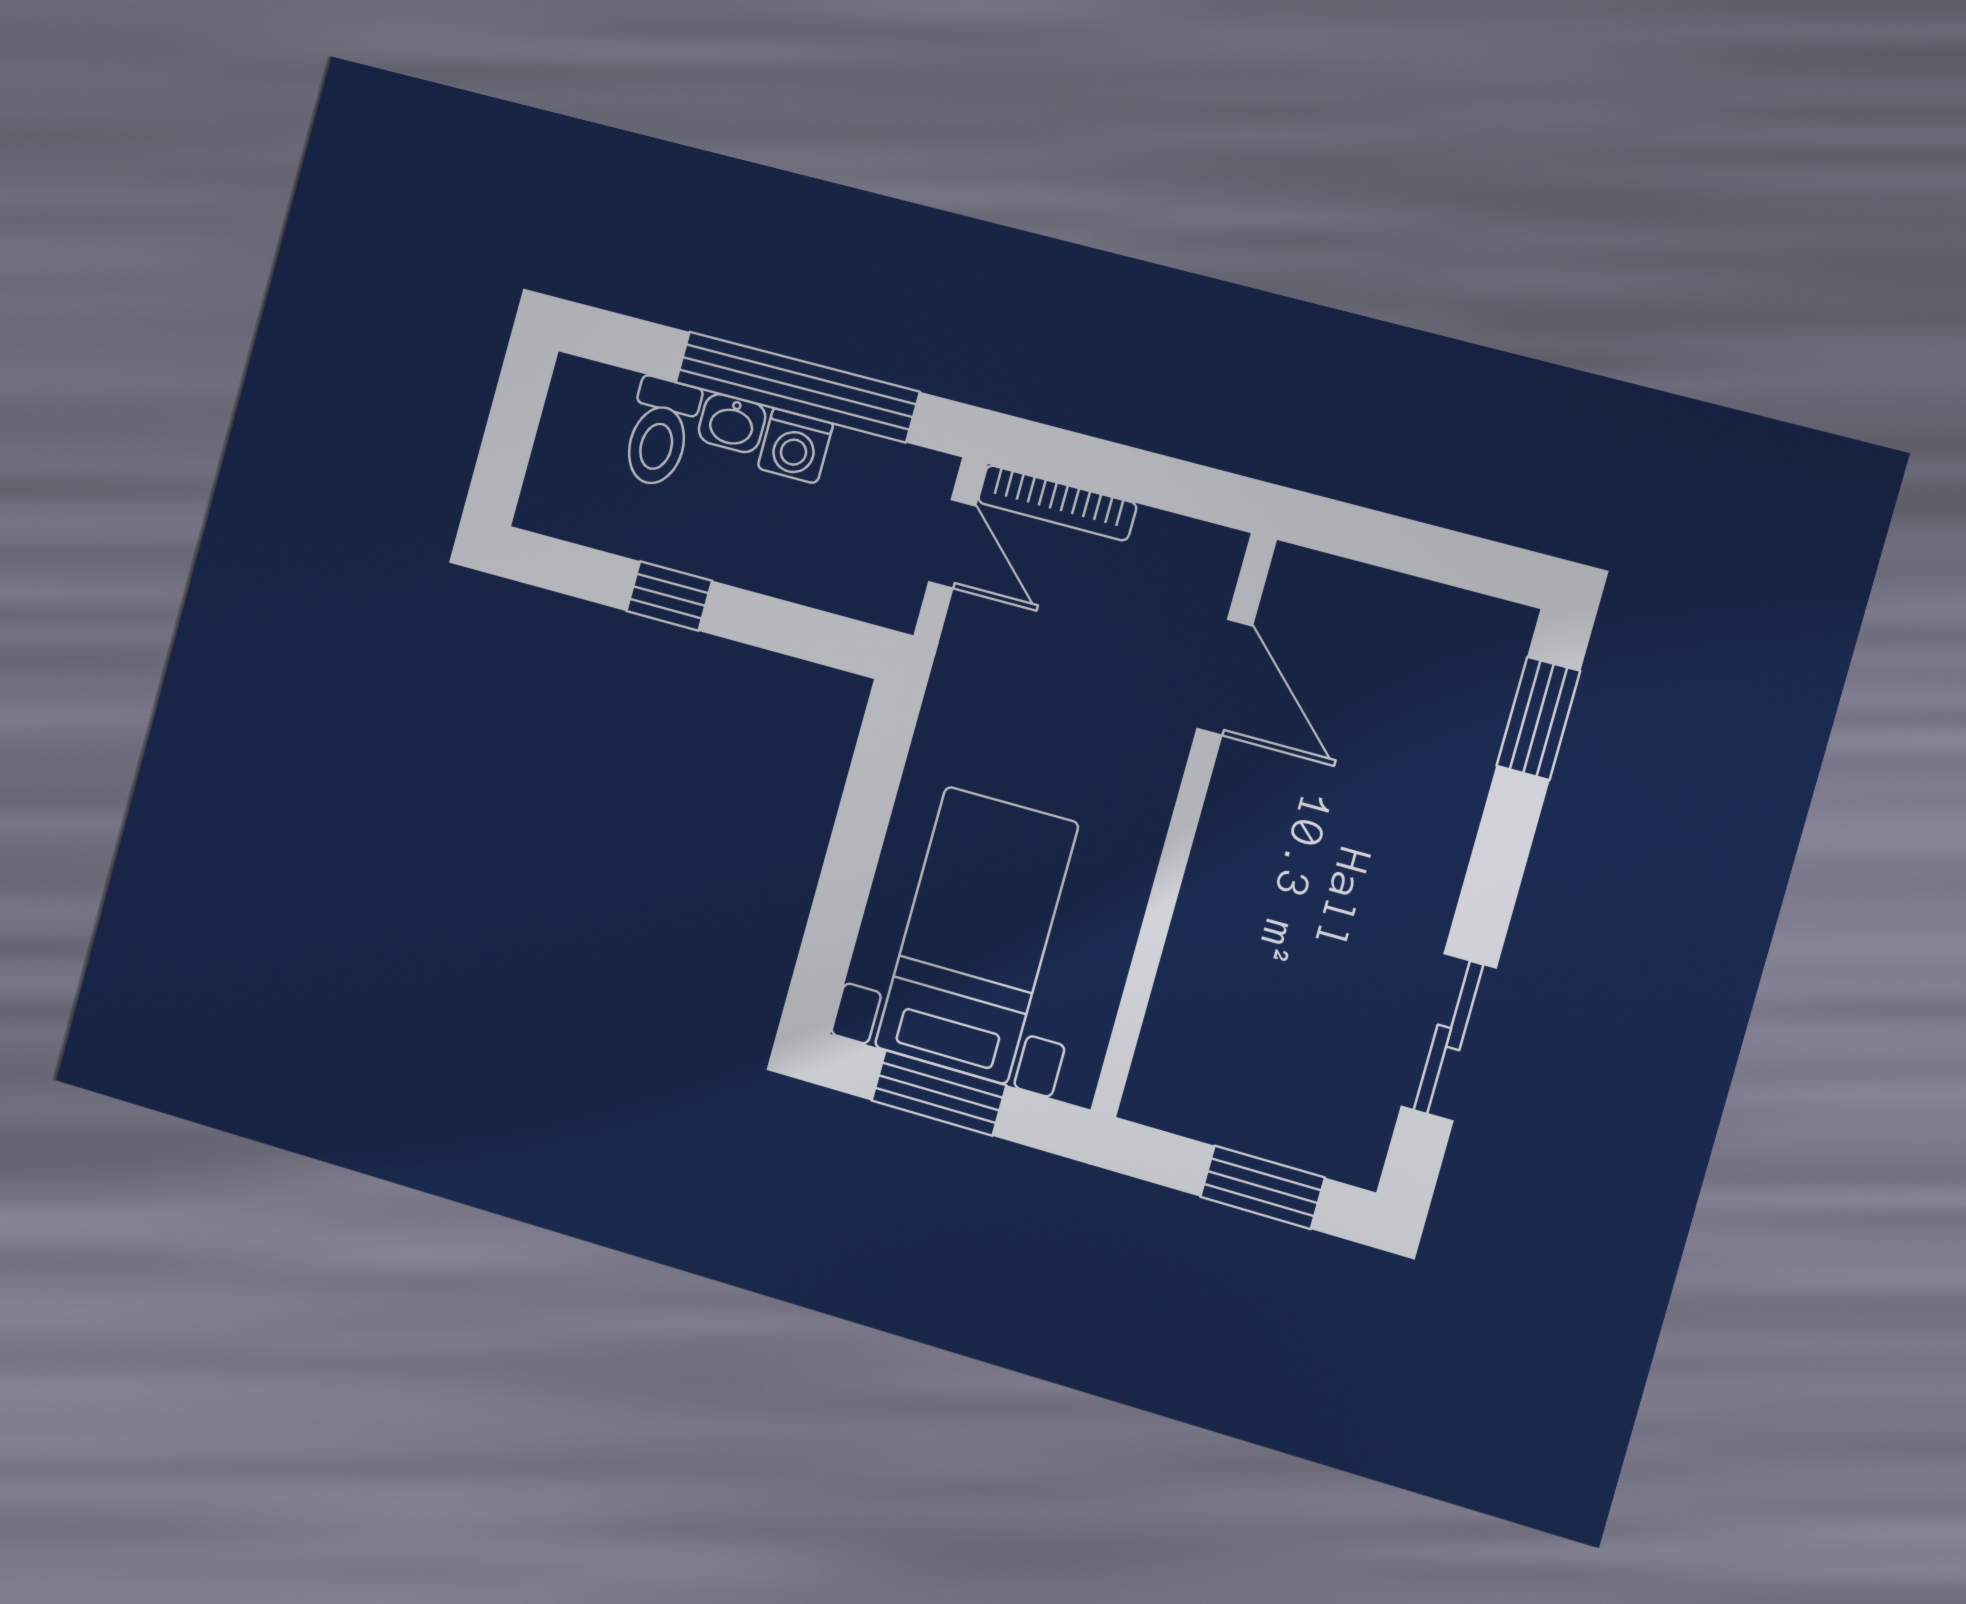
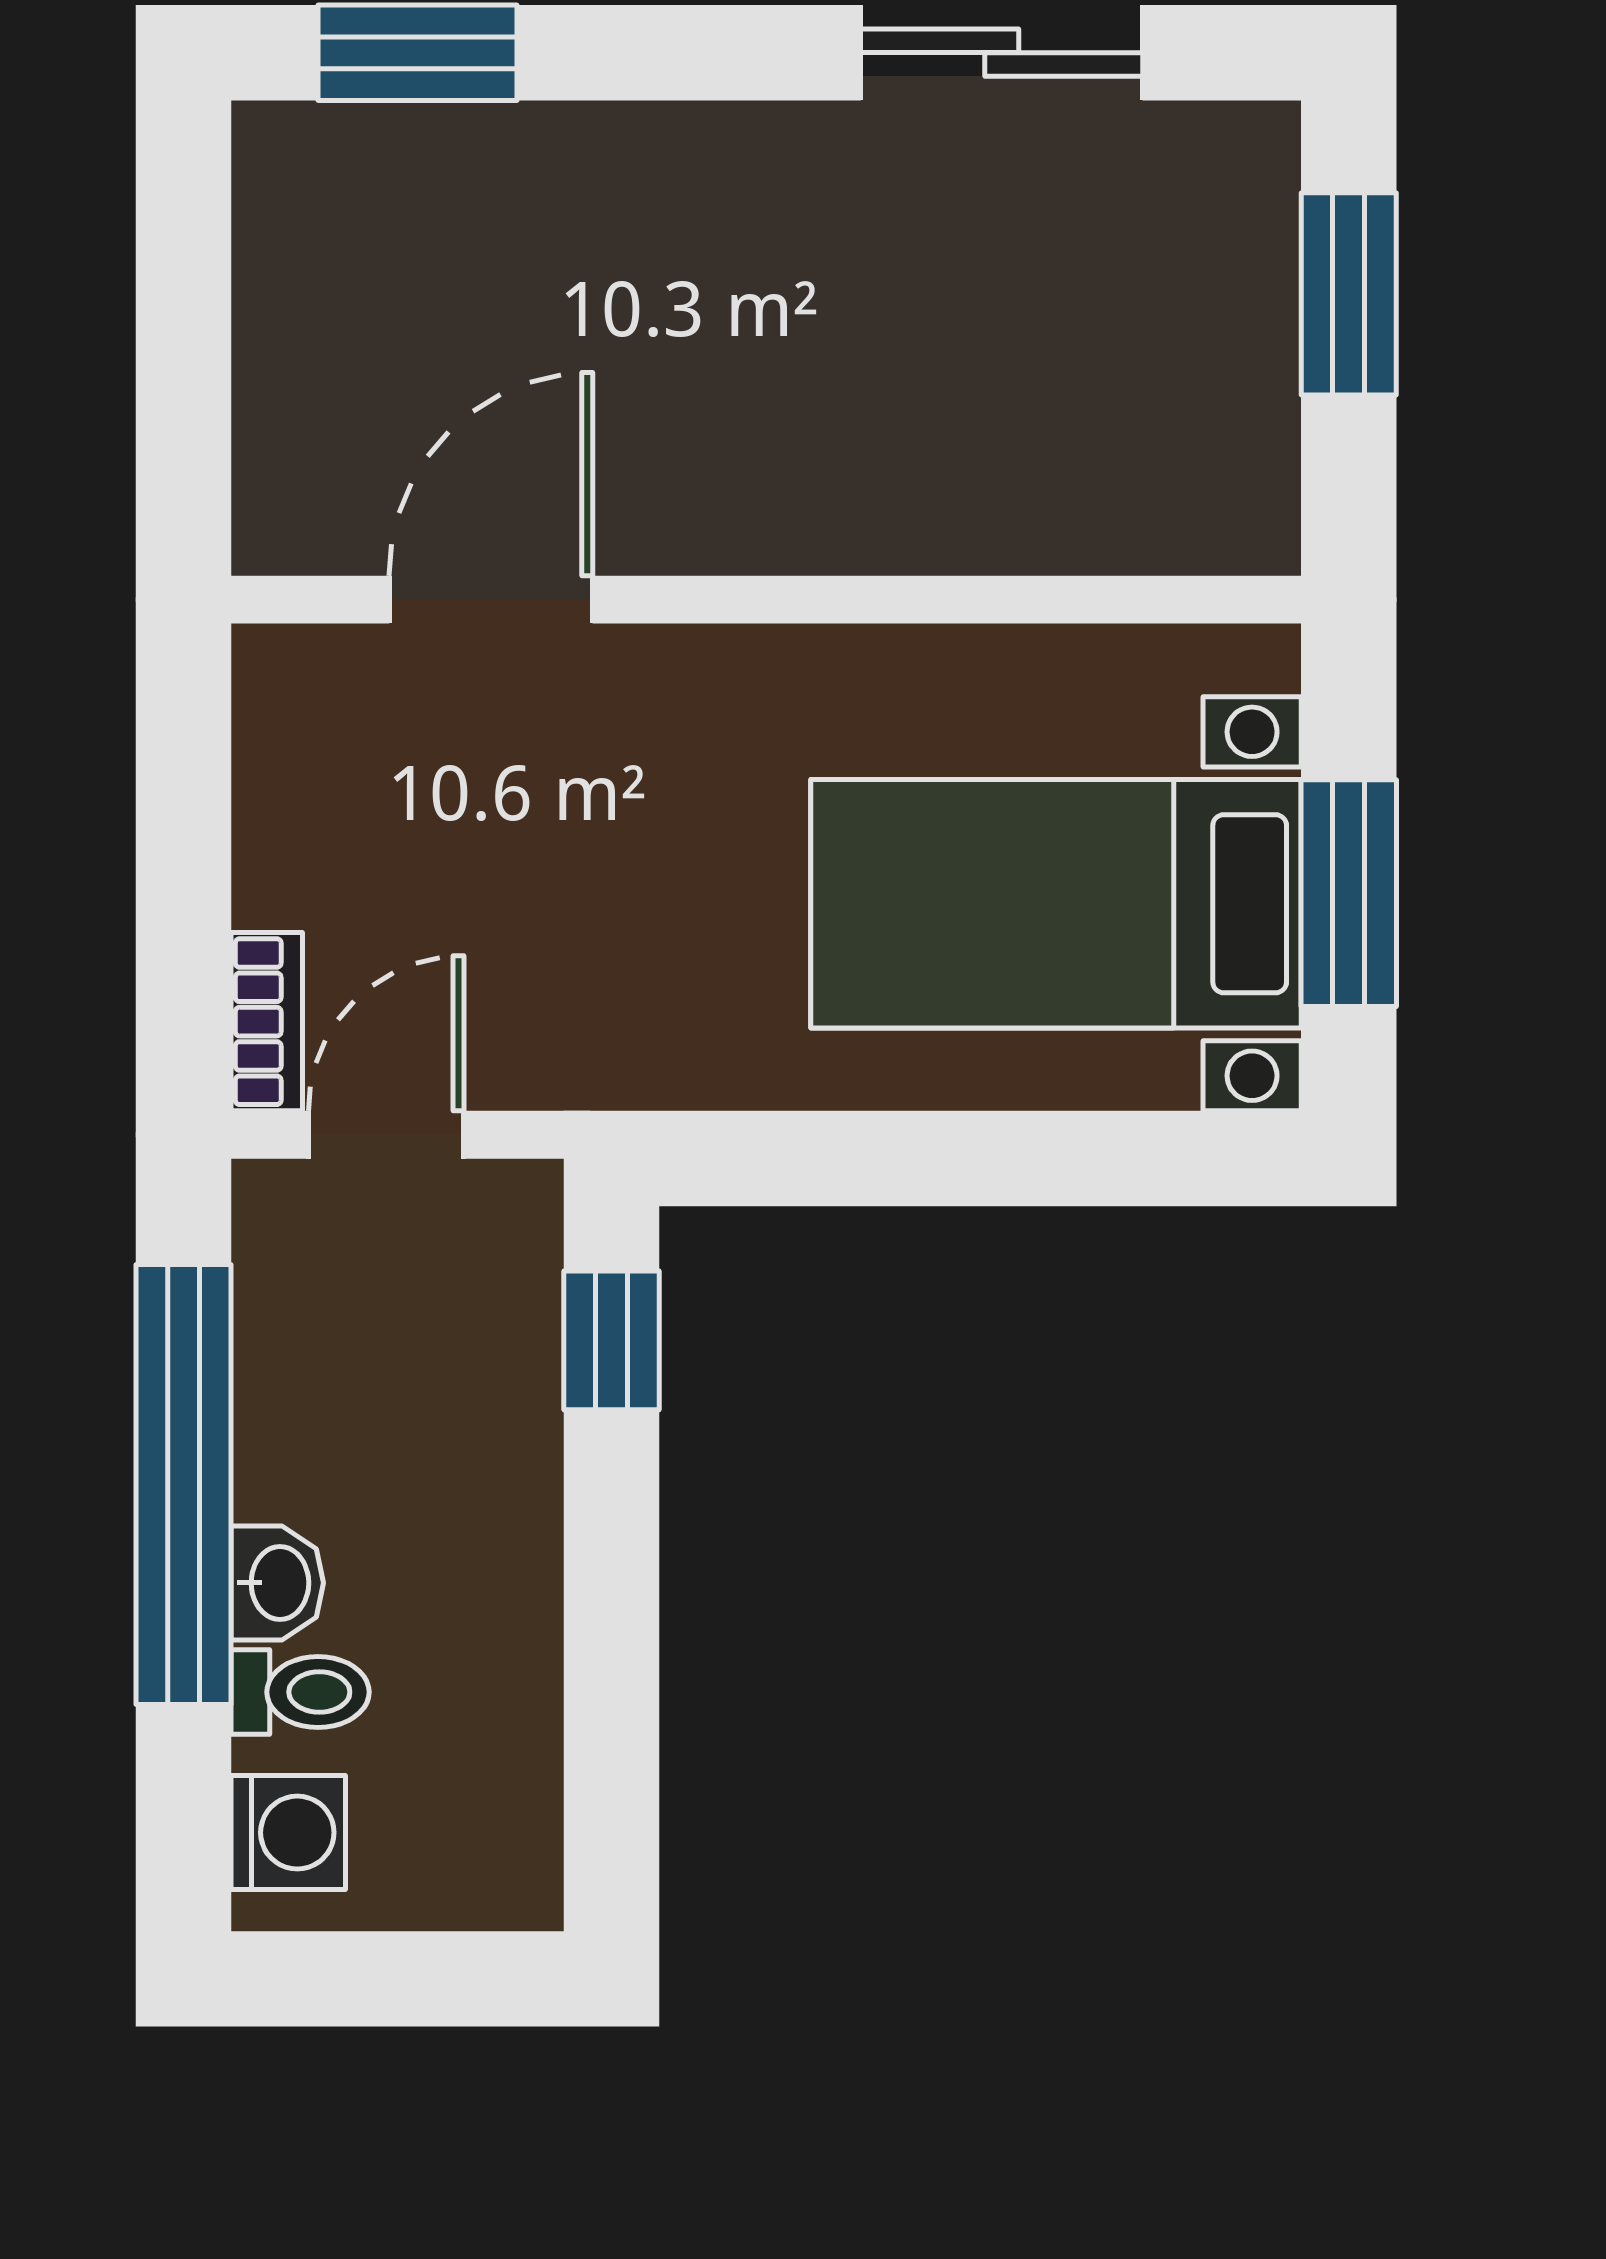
toilet: (660, 432) -> (300, 1692), width x0.73, depth x0.72
washing machine: (795, 446) -> (288, 1833), moved
bookcase: (1057, 503) -> (267, 1022), width x0.64
window: (669, 596) -> (612, 1340), moved

